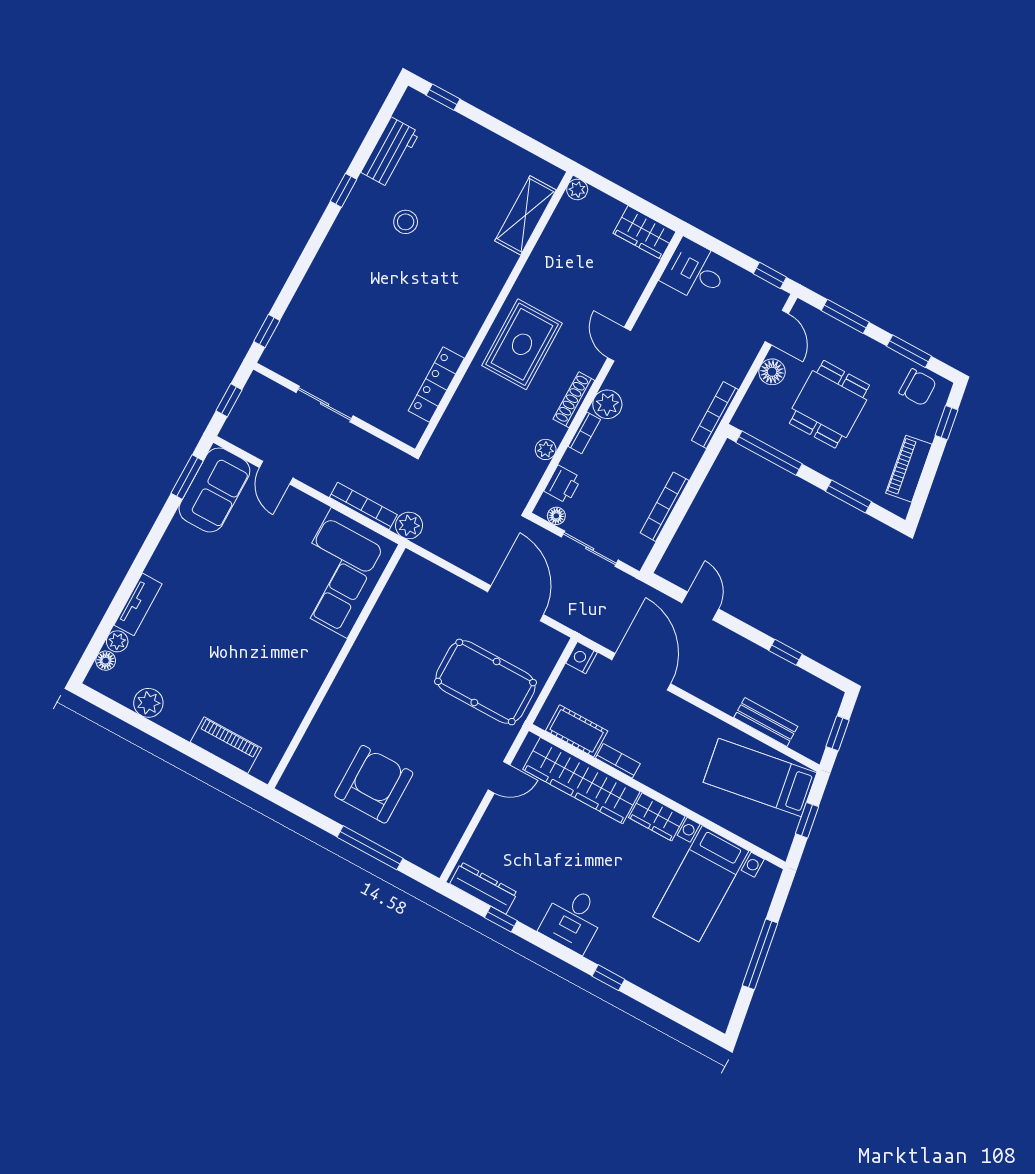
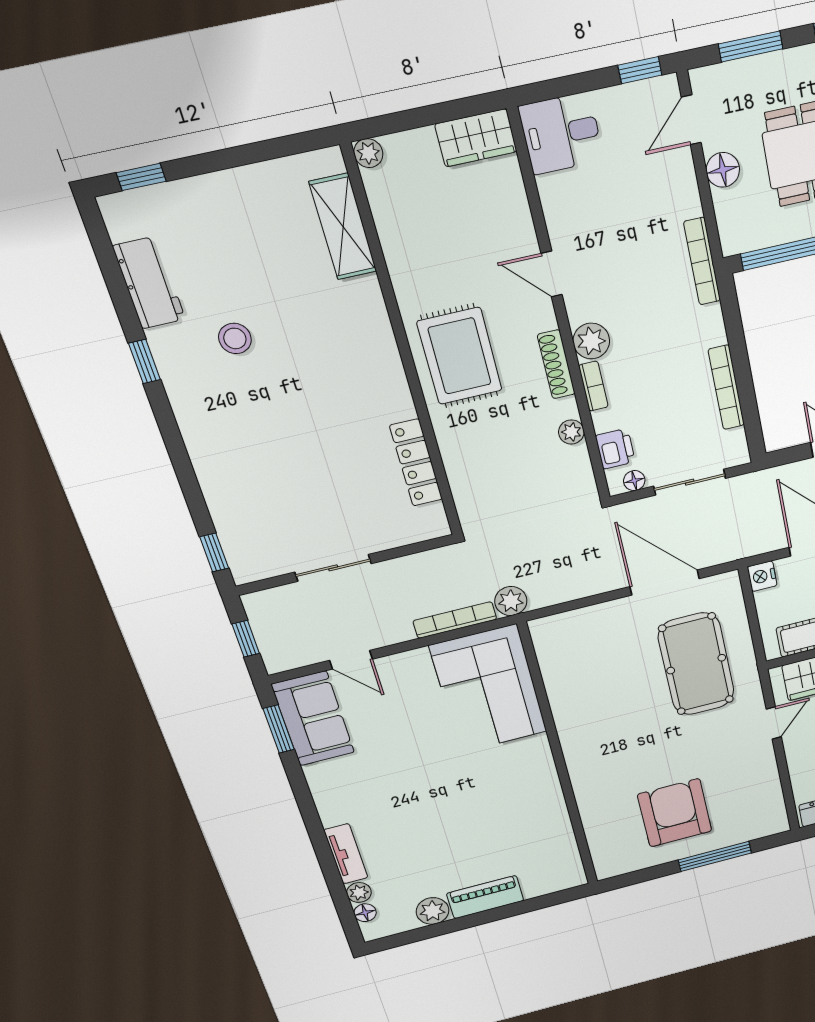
door: (777, 328) -> (691, 120), swing flipped
pool table: (485, 682) -> (696, 664), turned 90
piano: (226, 745) -> (485, 897), moved

